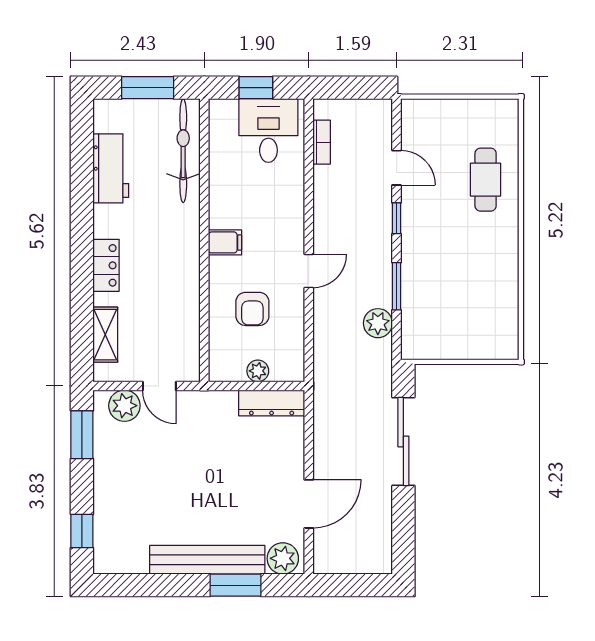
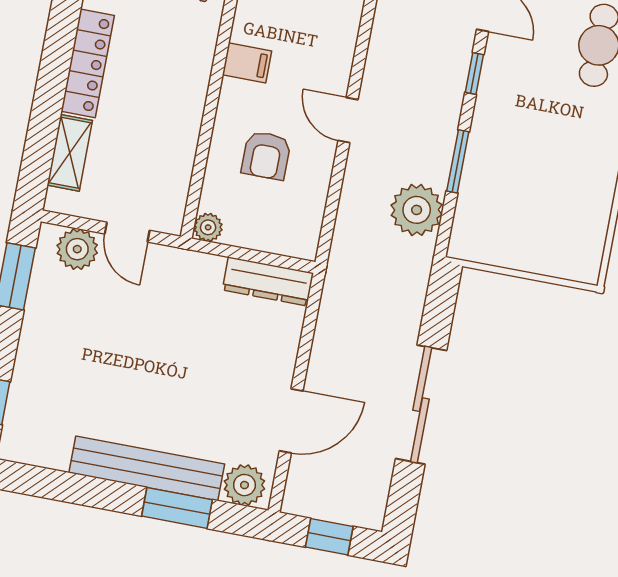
locker: (106, 265) -> (88, 63), width x1.53
door: (309, 271) -> (348, 120), swing flipped
plant: (378, 323) -> (417, 210), width x1.36, depth x1.36
plant: (258, 371) -> (208, 227), moved
sliding door: (403, 441) -> (421, 405), moved
window: (353, 585) -> (329, 537), added

